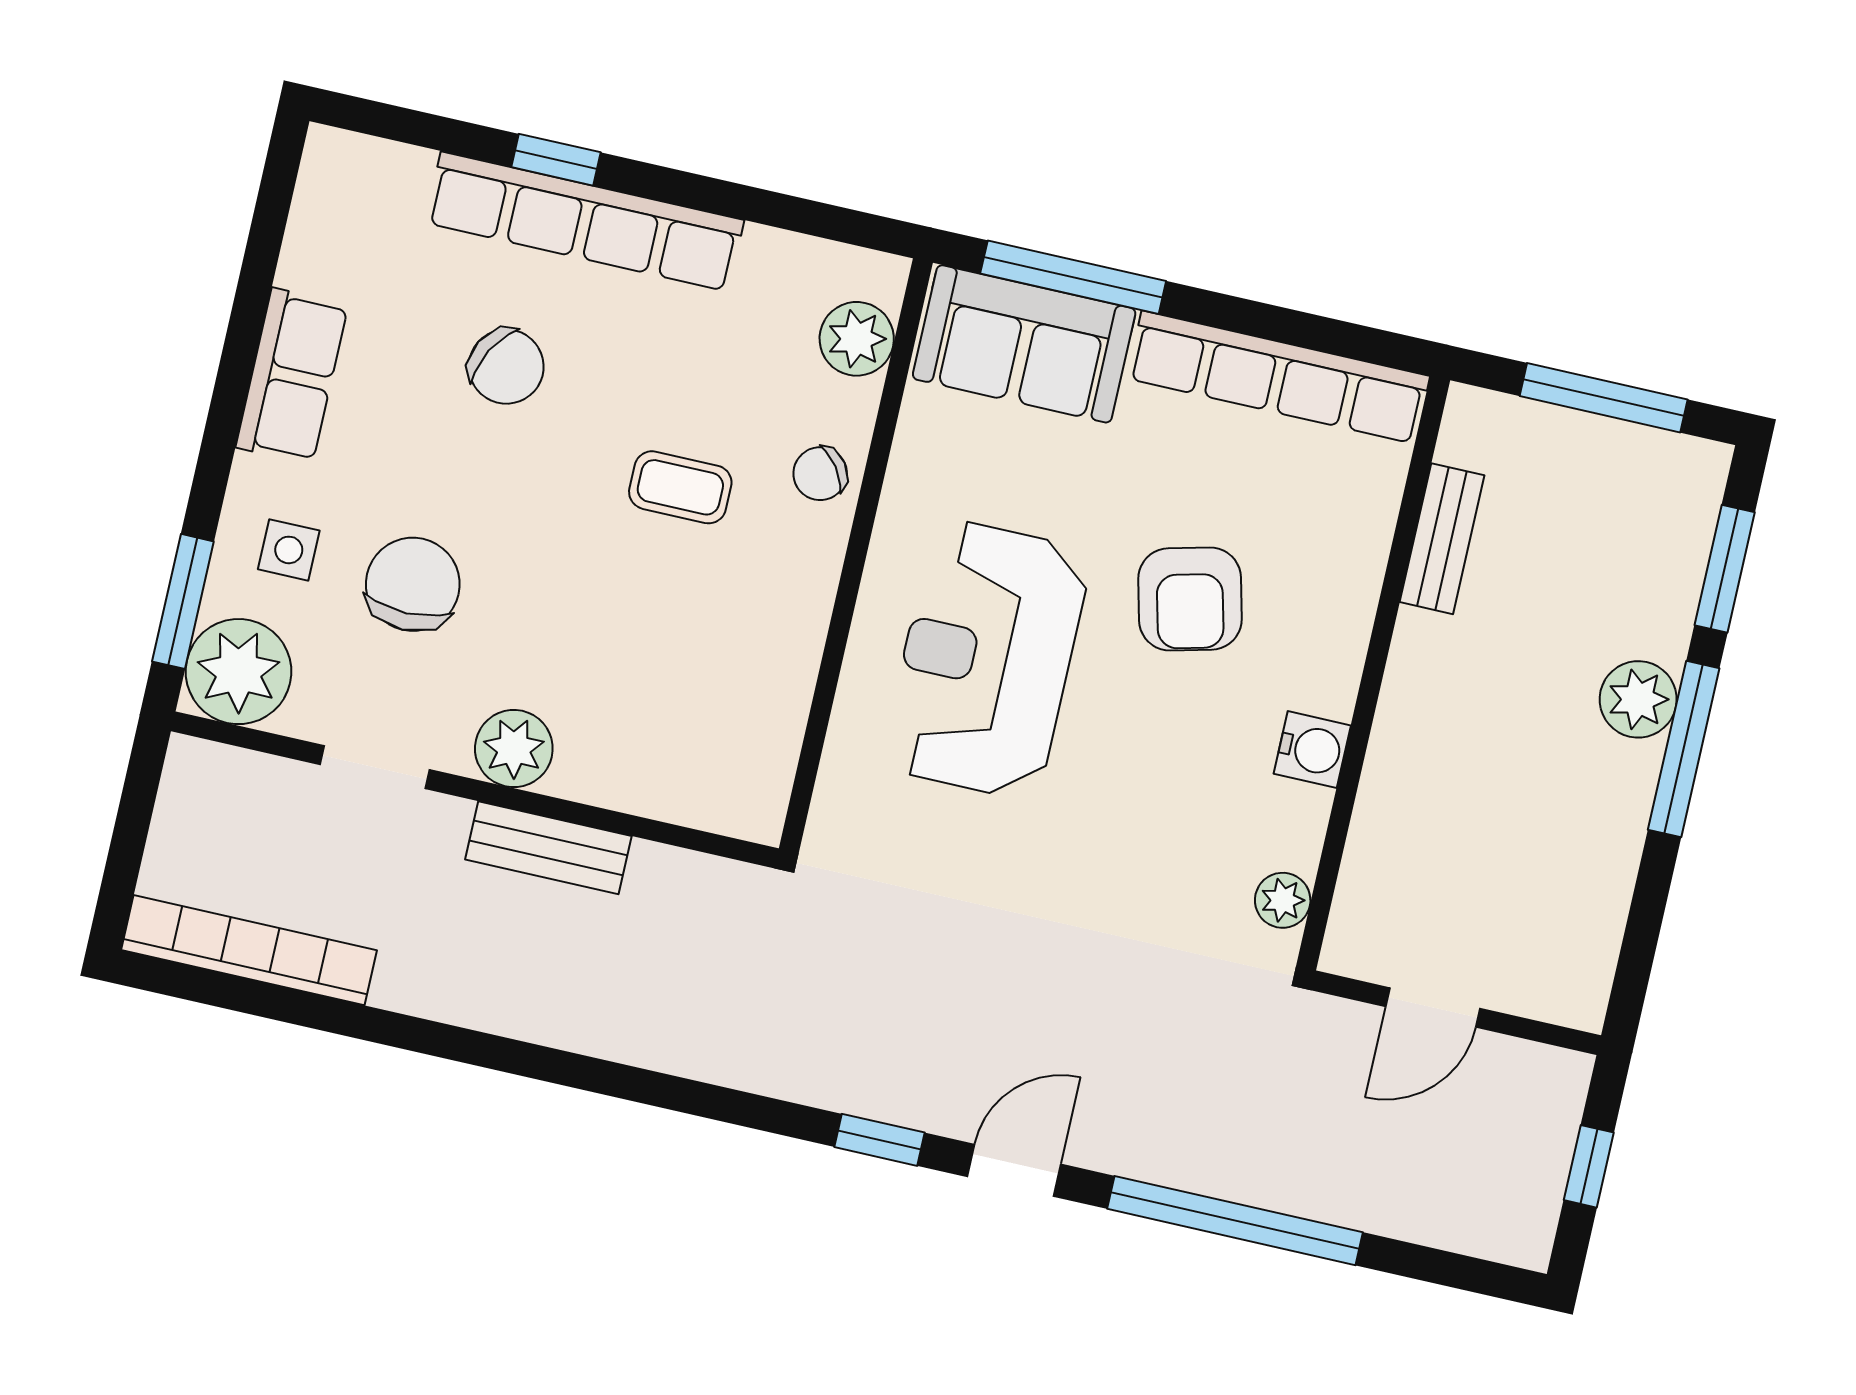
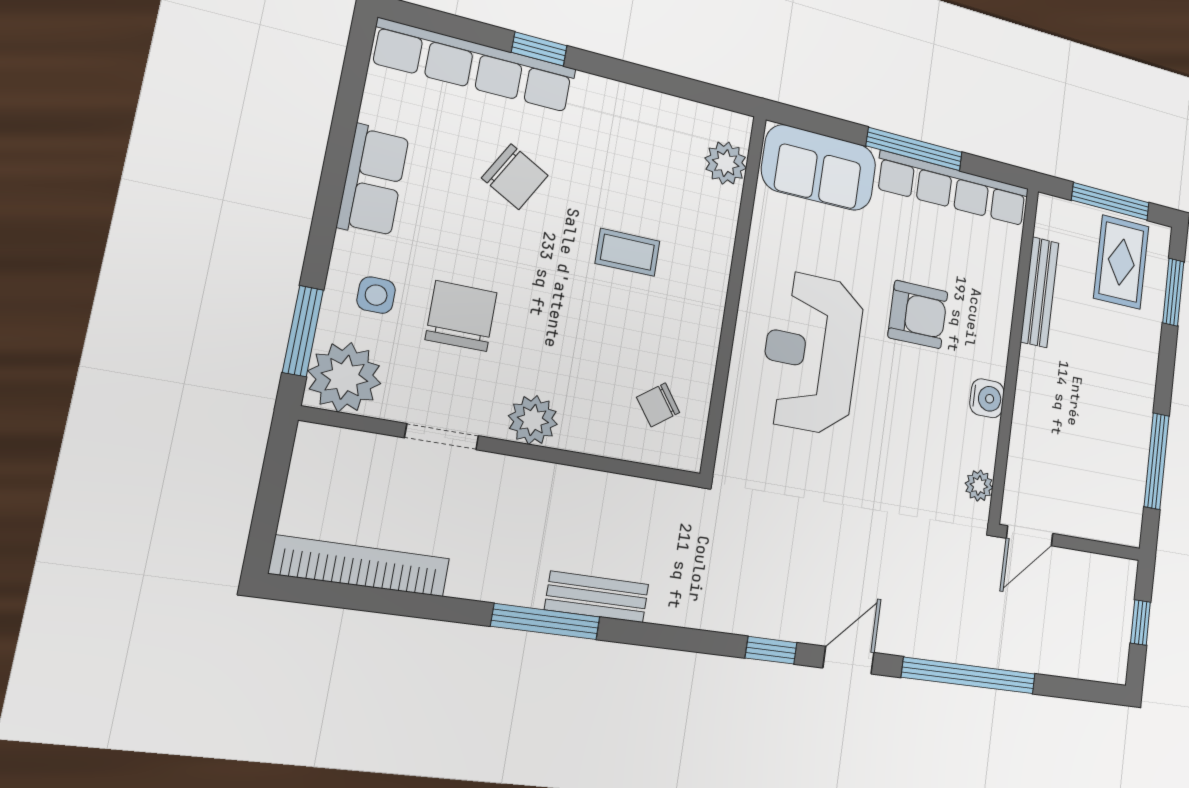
row of seats: (585, 221) -> (475, 66), moved
window: (1073, 277) -> (914, 149), moved
chair: (820, 474) -> (658, 405), moved
rug: (1615, 511) -> (1121, 262), added
bench: (1442, 539) -> (1040, 292), width x1.36
armchair: (1190, 599) -> (918, 314), turned -76
plant: (1638, 699) -> (1141, 363), removed
window: (1684, 749) -> (1157, 461), moved
bench: (548, 848) -> (597, 597), moved
door: (1433, 1007) -> (1030, 536), moved
window: (517, 1057) -> (546, 622), added

